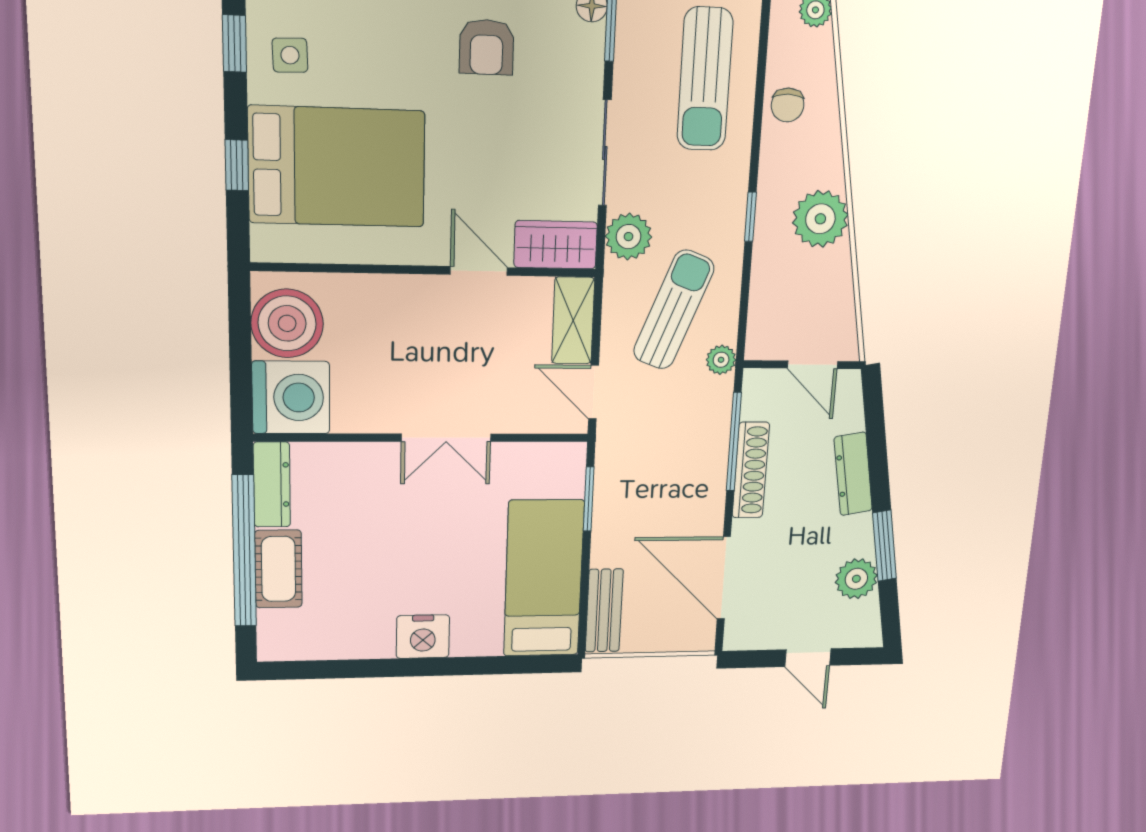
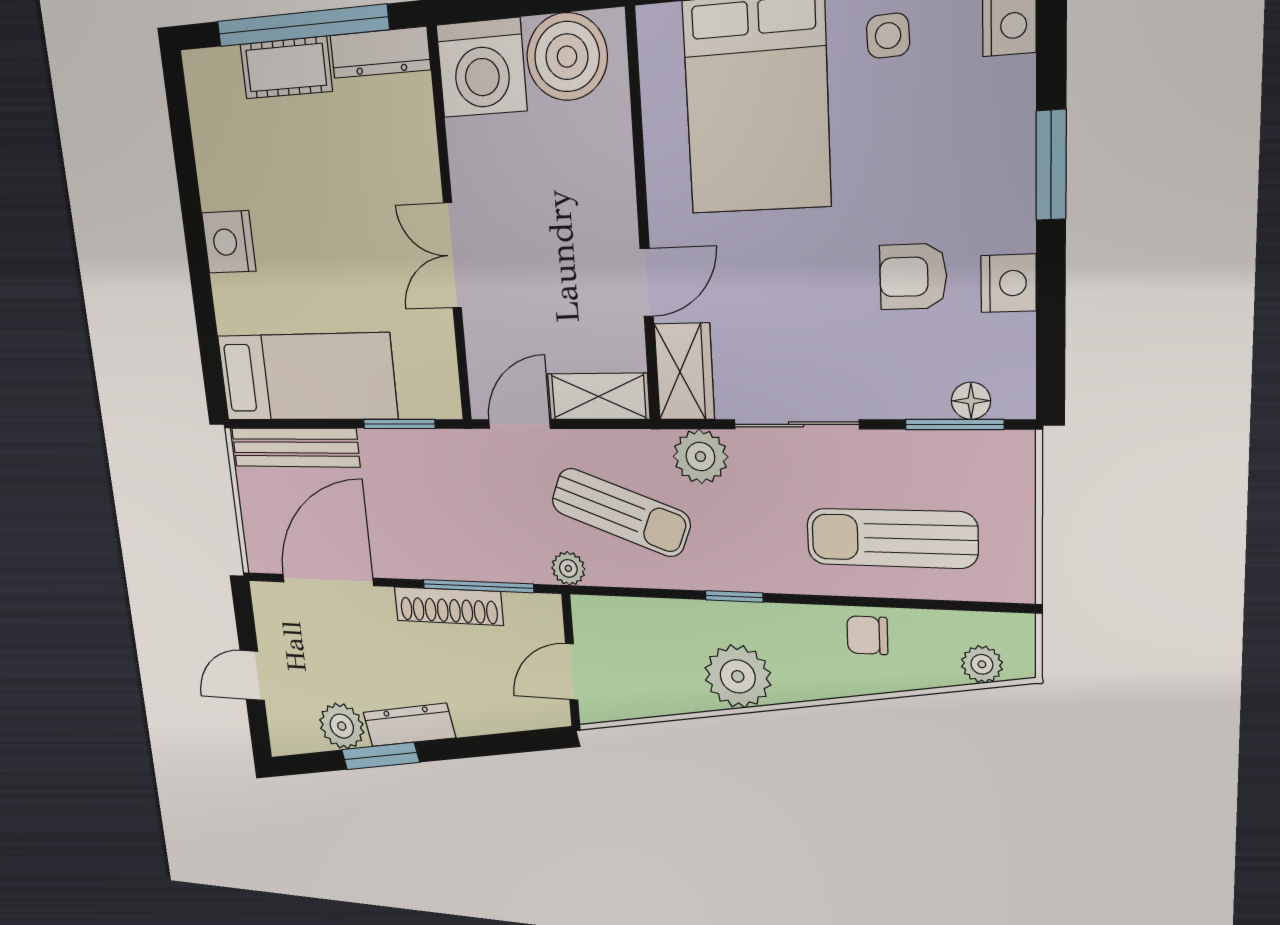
dresser: (853, 474) -> (409, 725), moved
bench: (604, 611) -> (295, 447), width x1.36

